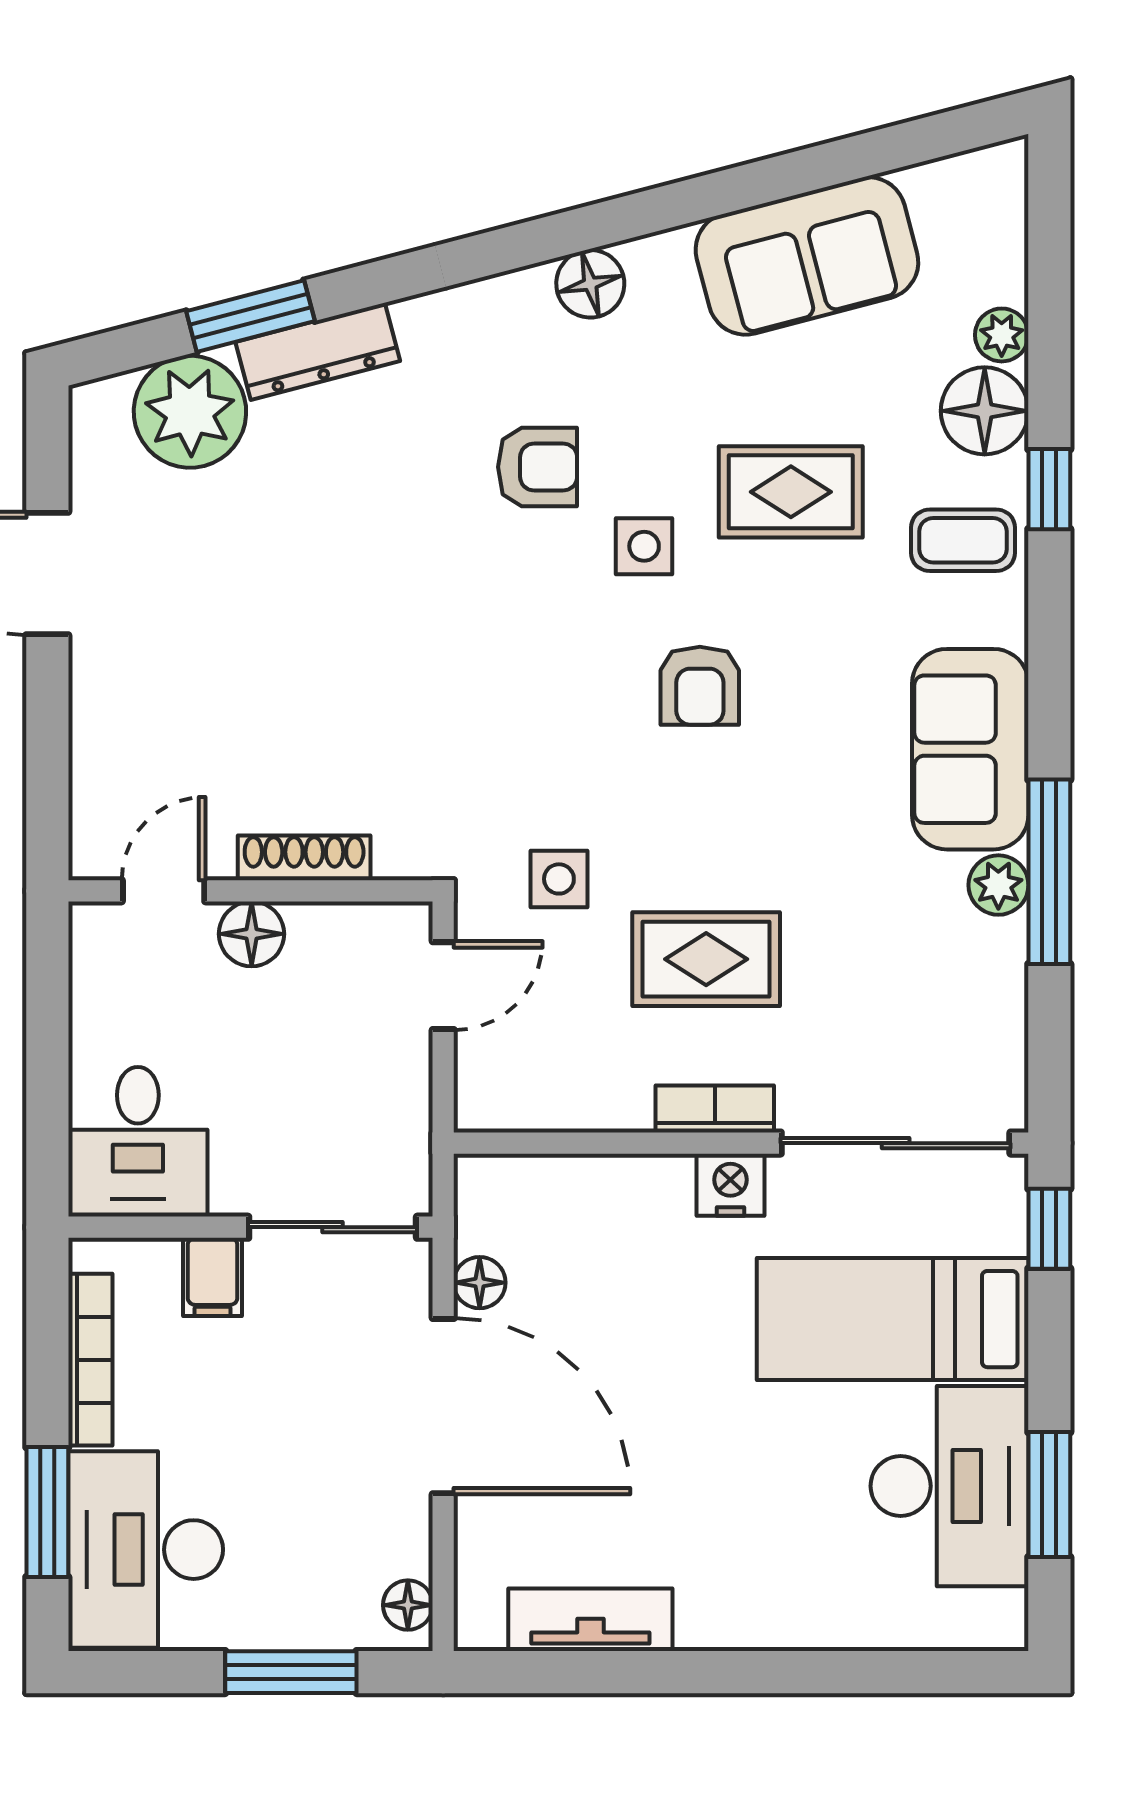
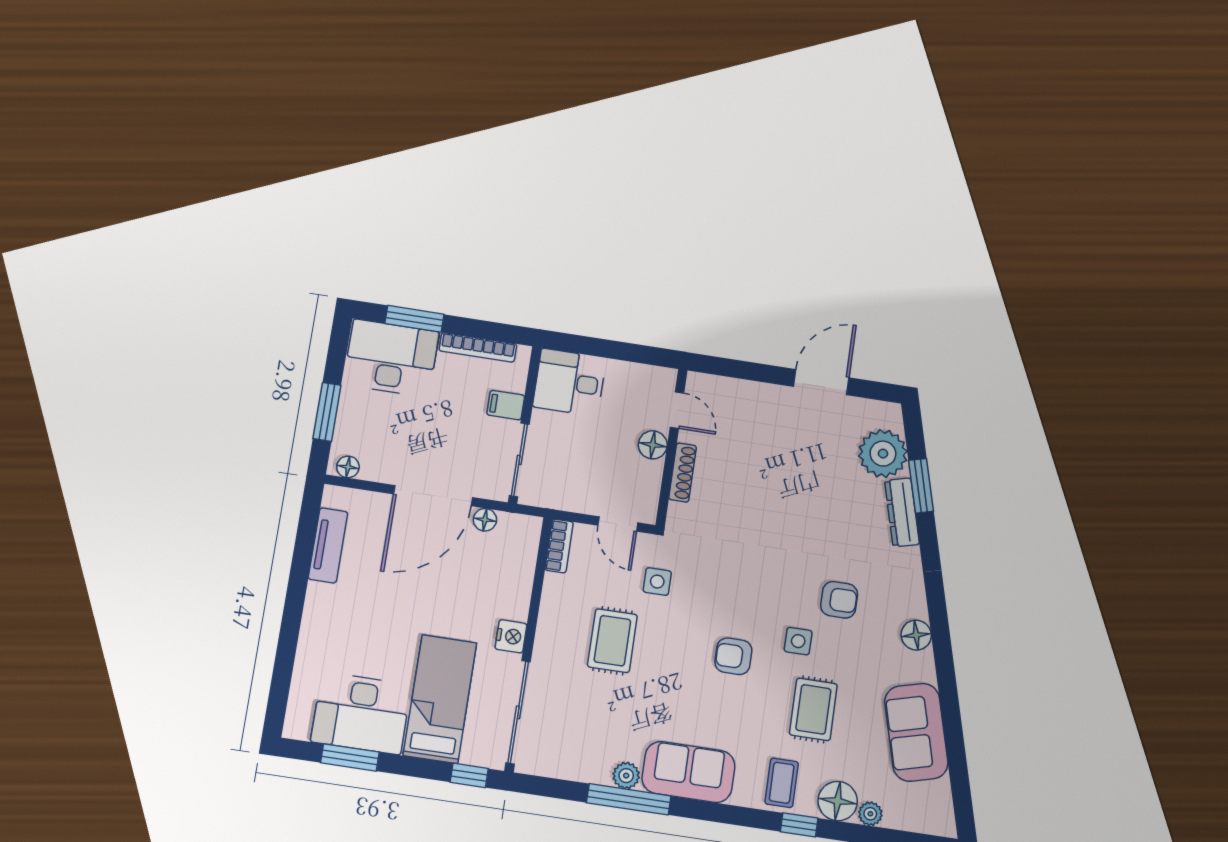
armchair: (538, 467) -> (839, 600), turned -90
bookcase: (715, 1109) -> (559, 546), moved

